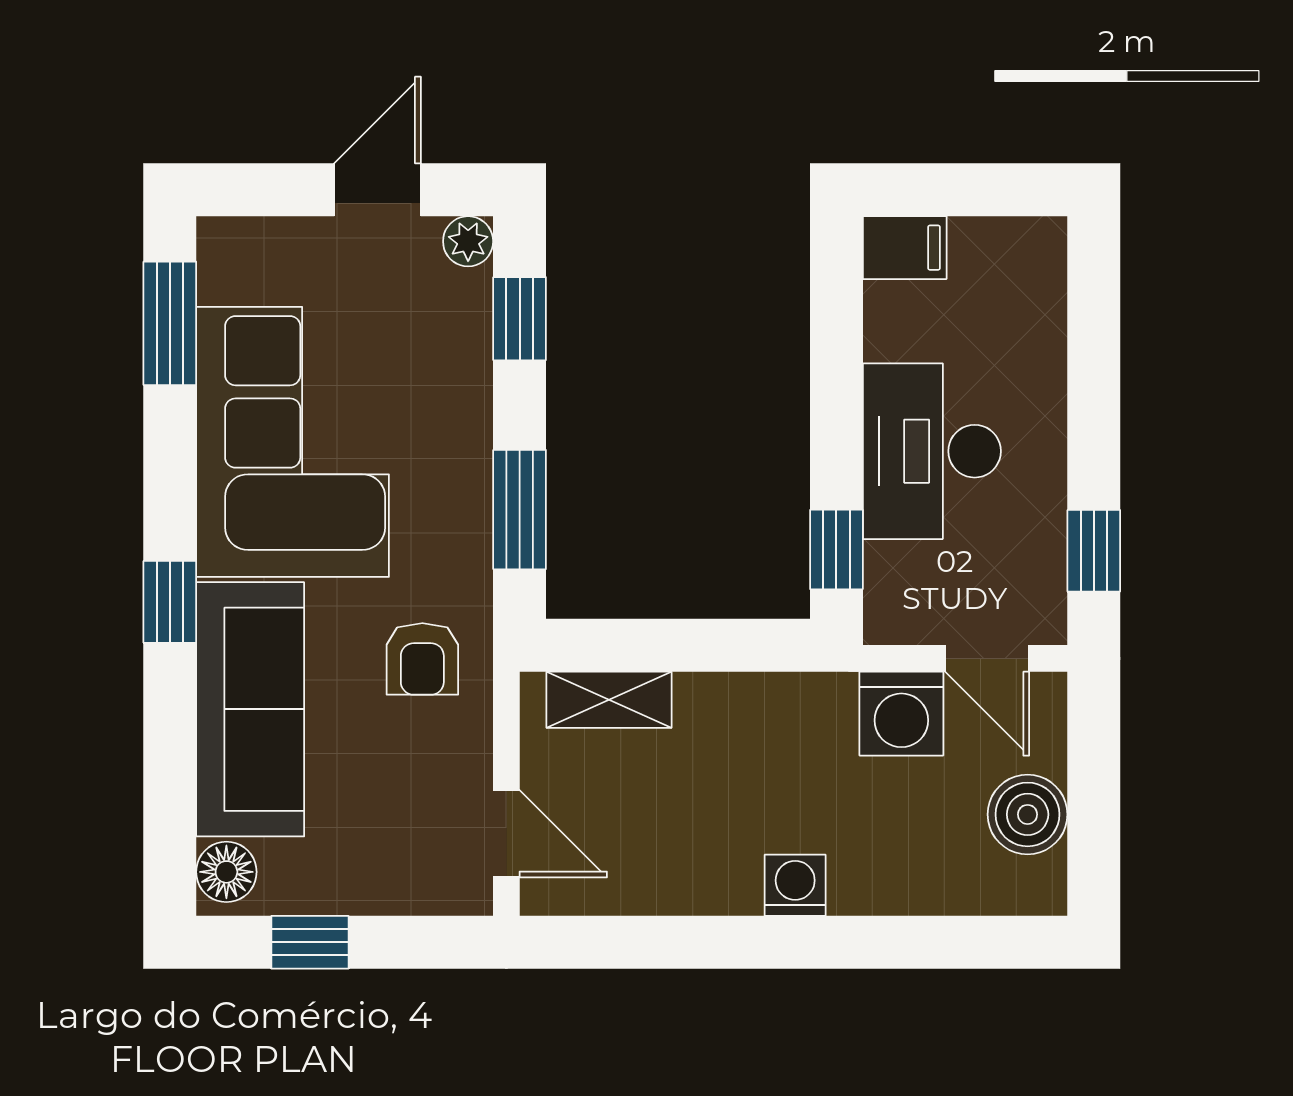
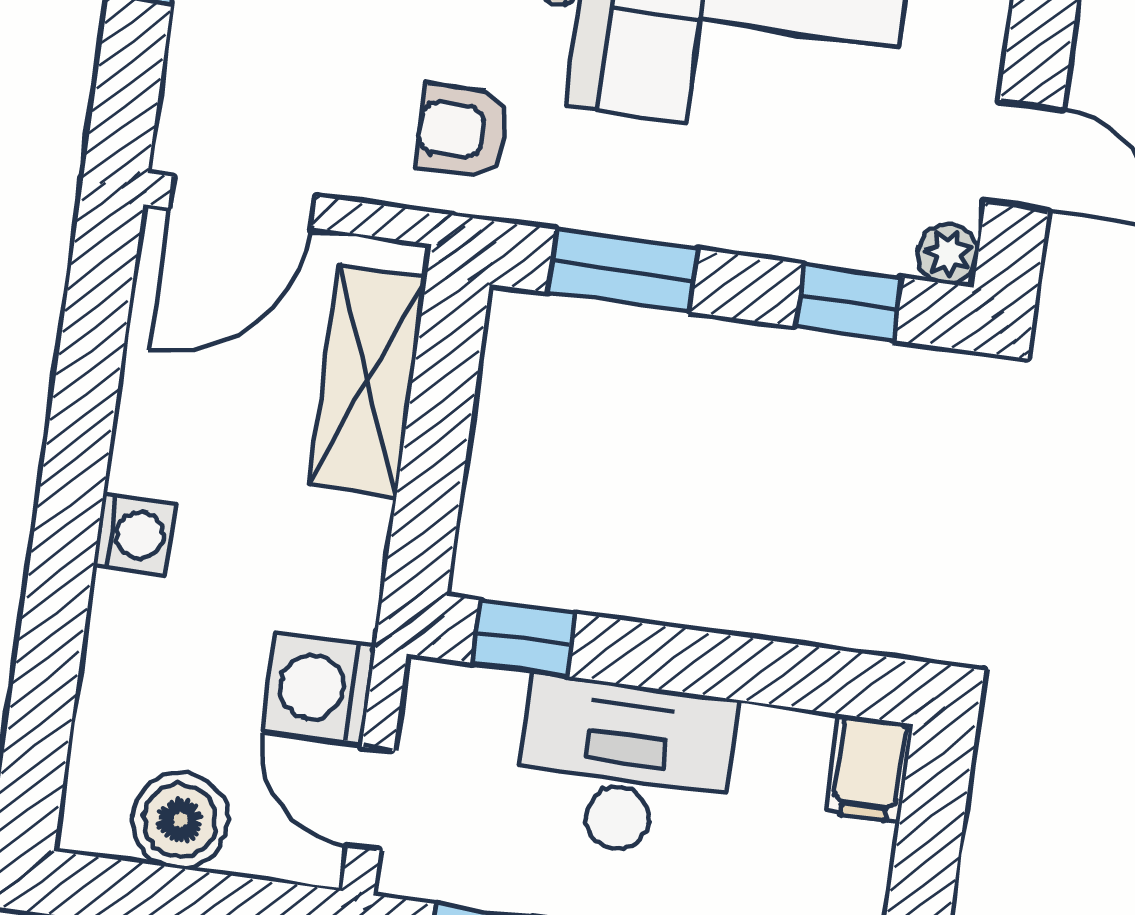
door: (987, 658) -> (371, 798), hinge flipped
shelving: (609, 700) -> (368, 381), width x1.50, depth x1.33
door: (506, 834) -> (242, 202), width x1.38

